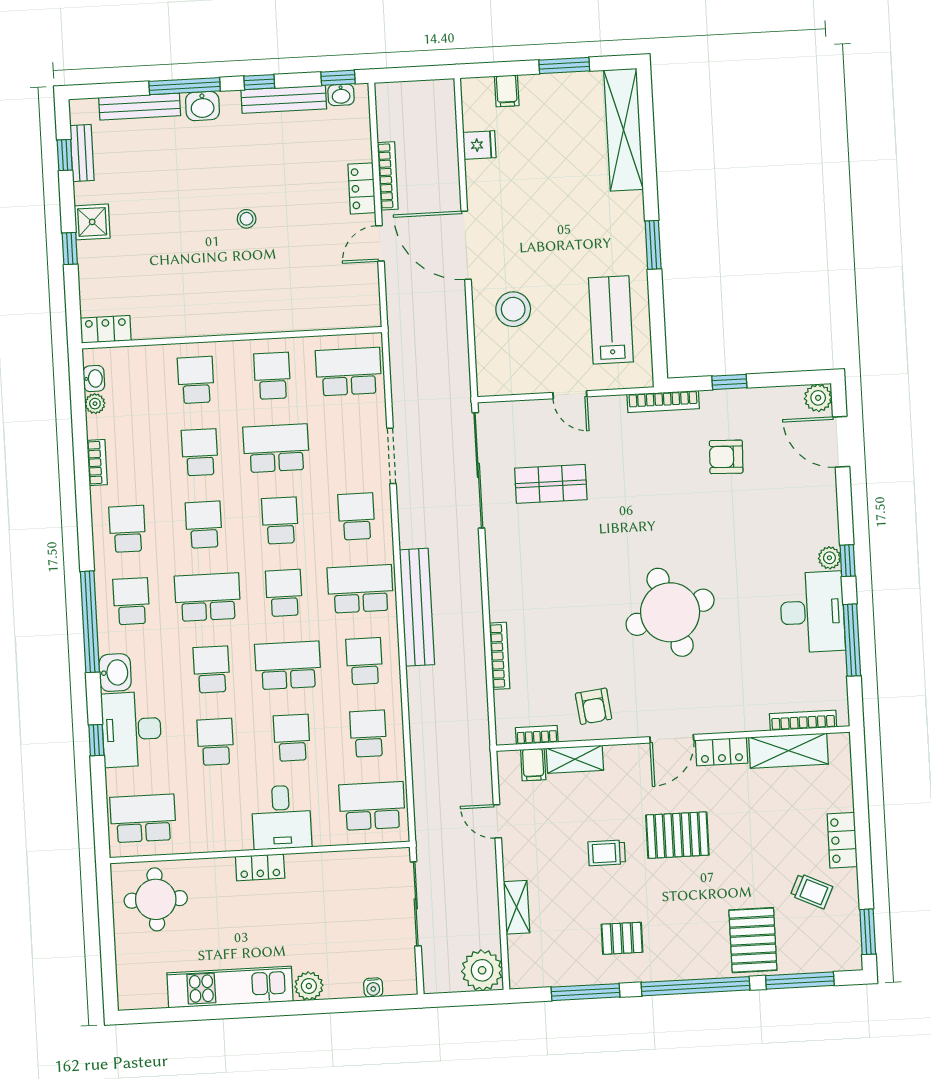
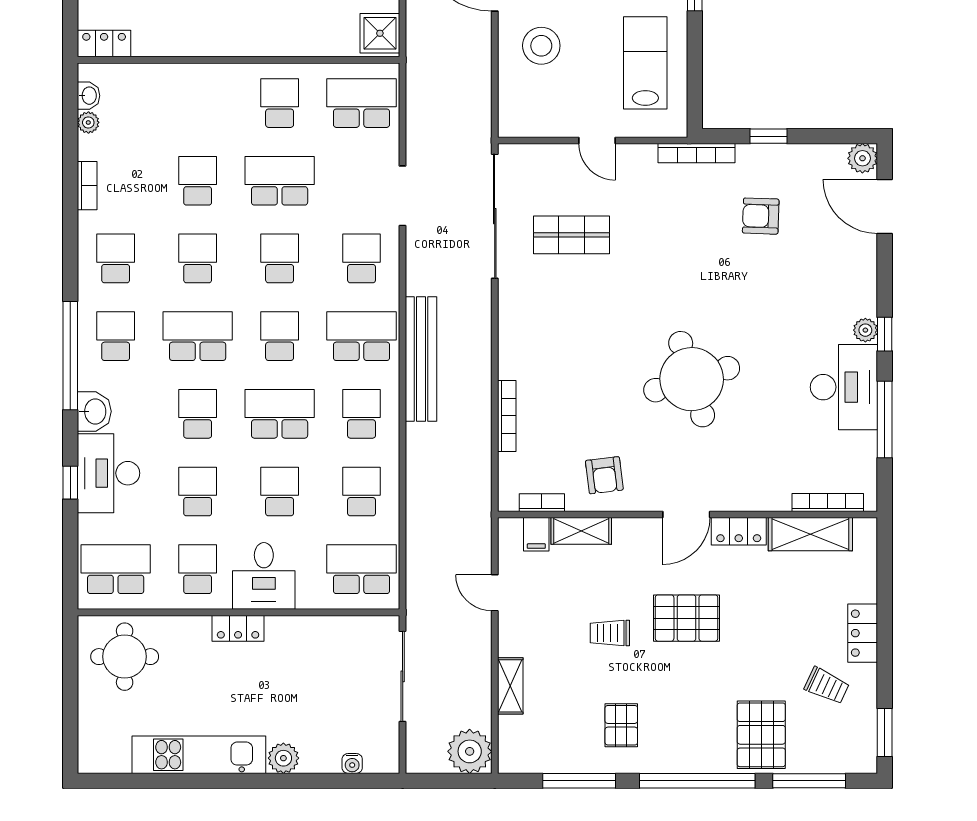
shower: (362, 306) -> (380, 33), added
school desk: (196, 380) -> (198, 569), moved
pallet: (622, 938) -> (621, 725), turned 90

